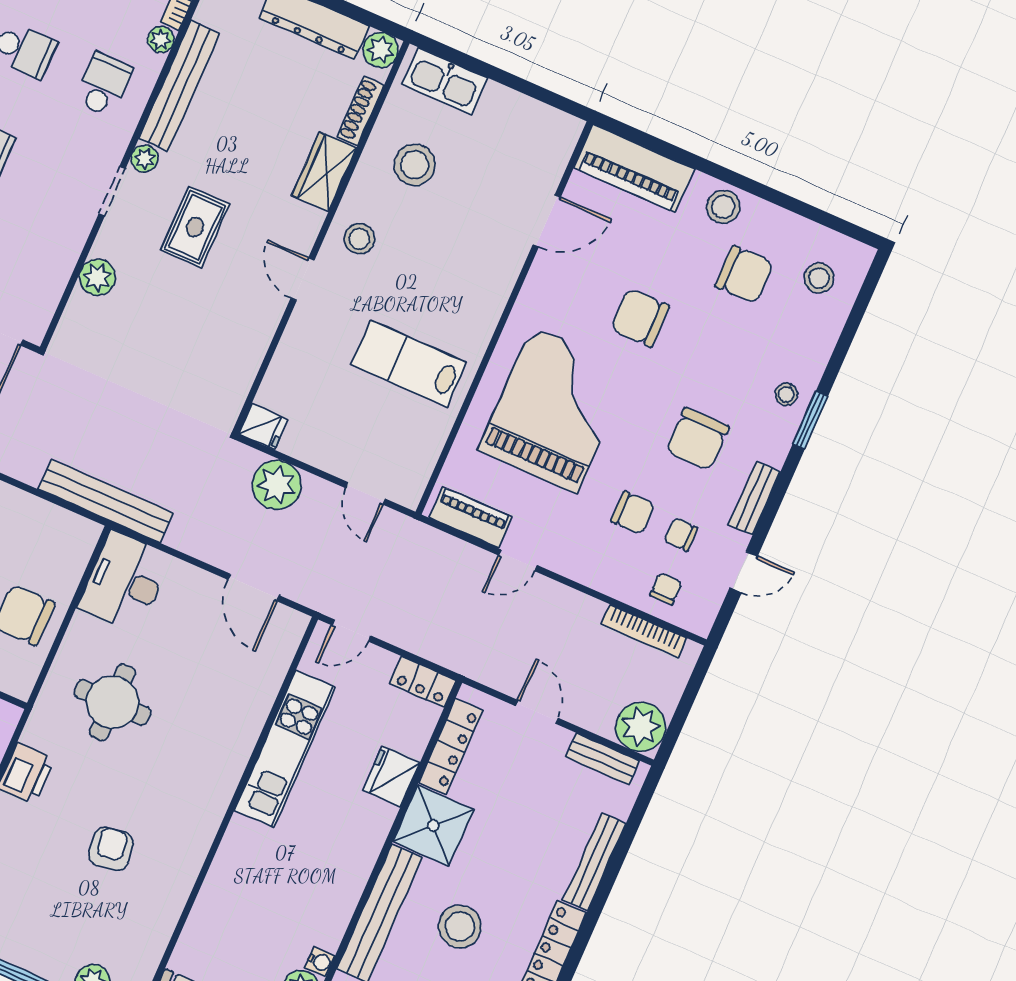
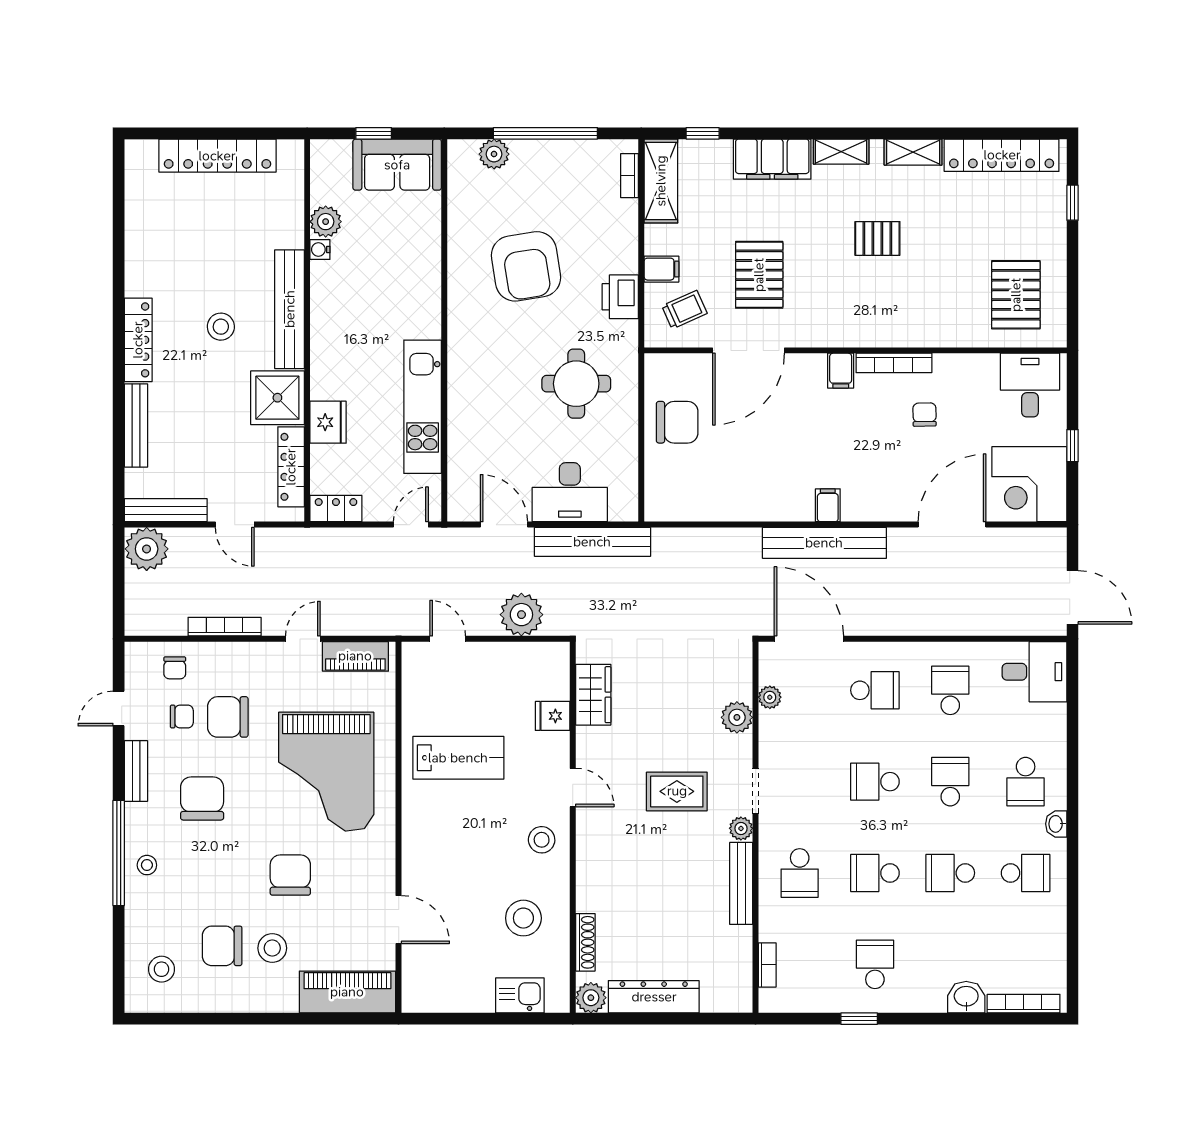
plant: (161, 39) -> (770, 697), moved
kitchen sink: (445, 81) -> (520, 995), width x0.73
bench: (179, 86) -> (741, 883), width x0.73, depth x0.82
wardrobe: (324, 172) -> (593, 695), moved
stool: (723, 207) -> (272, 948), moved
door: (547, 221) -> (399, 920), swing flipped
rug: (195, 227) -> (677, 791), turned 90
chair: (640, 318) -> (290, 875), turned -90
window: (810, 420) -> (119, 853), width x2.11
fridge: (263, 427) -> (553, 716), moved
bench: (106, 501) -> (592, 542), moved
chair: (633, 513) -> (228, 717), width x1.37, depth x1.37
desk: (125, 582) -> (570, 492), moved, turned 90
bookcase: (644, 631) -> (225, 627), moved
bench: (603, 759) -> (166, 510), width x1.36
armchair: (111, 849) -> (526, 266), width x1.88, depth x1.88
stool: (460, 926) -> (221, 327), width x0.73, depth x0.73

